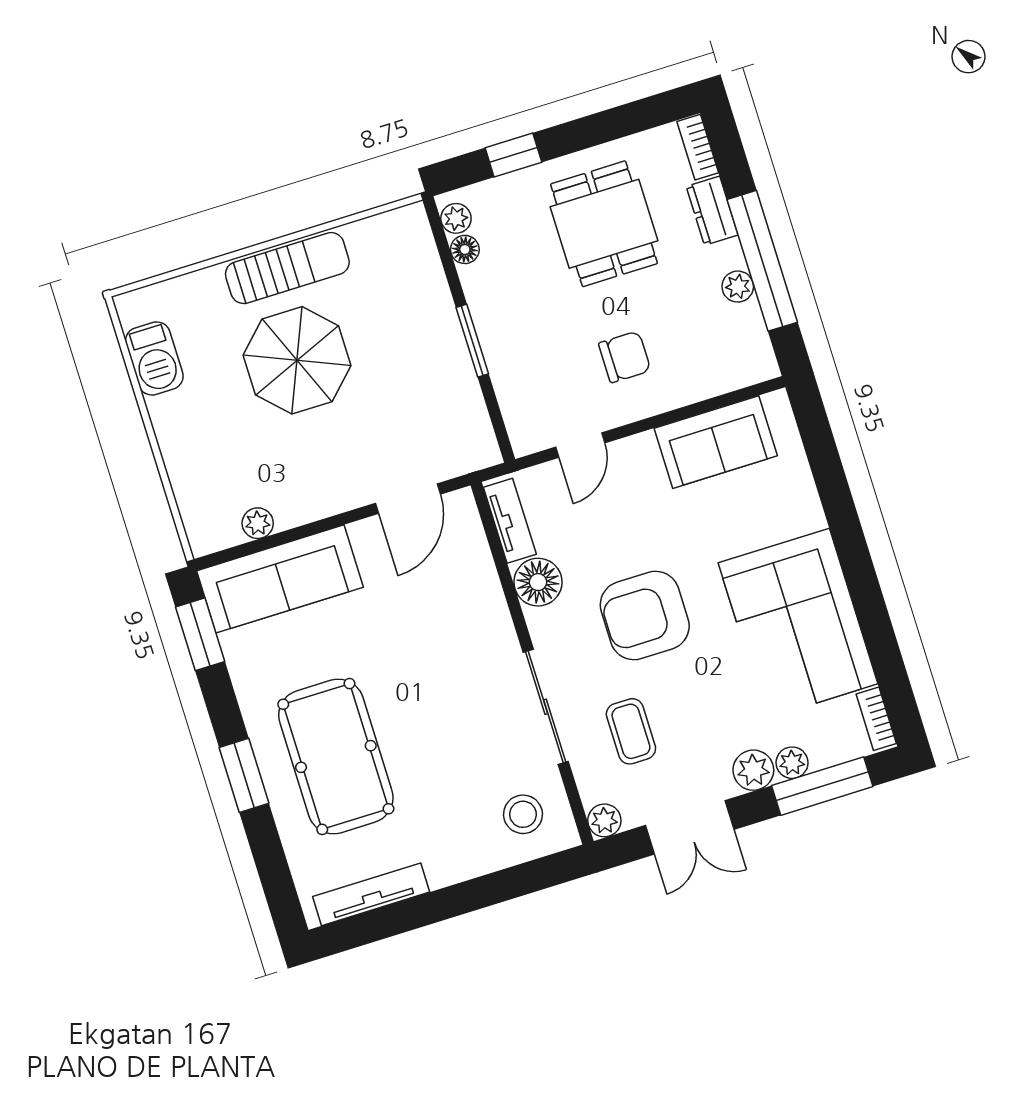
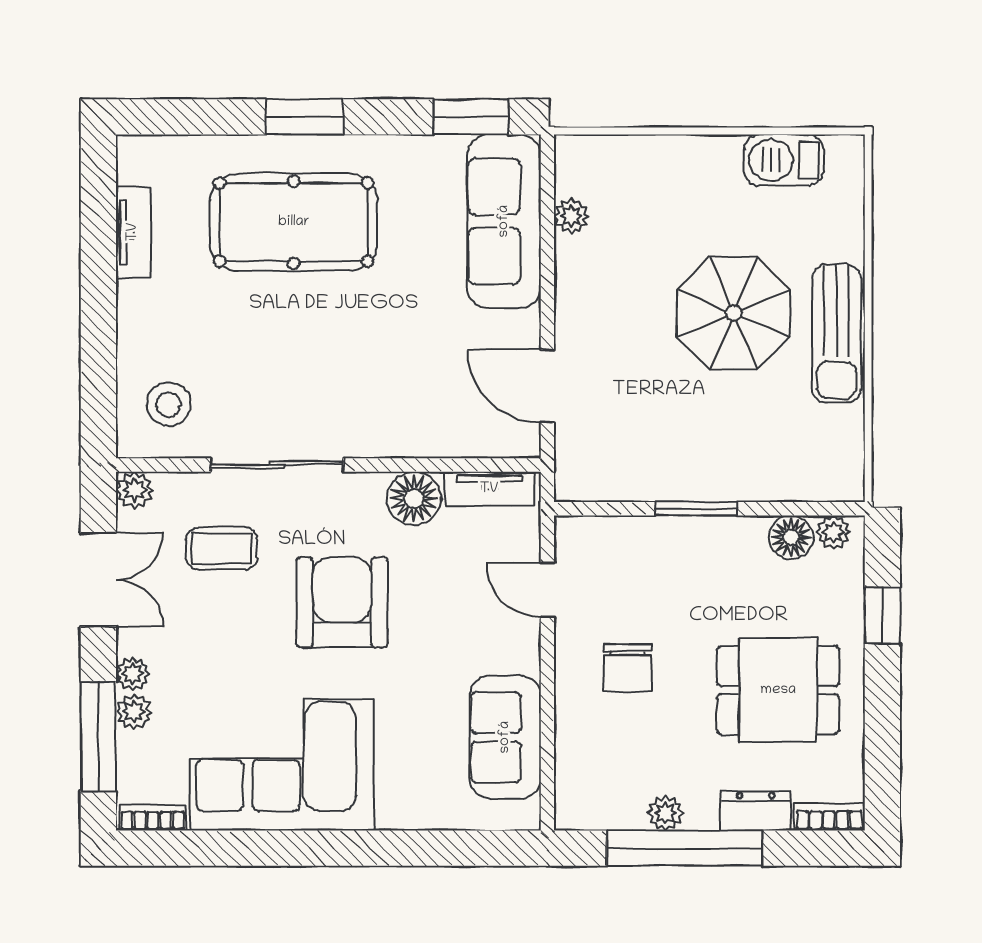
floor lamp: (465, 249) -> (791, 537), width x1.37, depth x1.37
plant: (753, 770) -> (133, 674), width x0.73, depth x0.73
double door: (690, 827) -> (98, 580), swing flipped
tv unit: (371, 894) -> (133, 232), width x0.71

